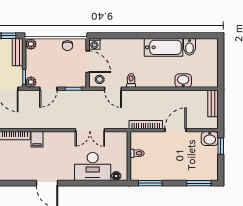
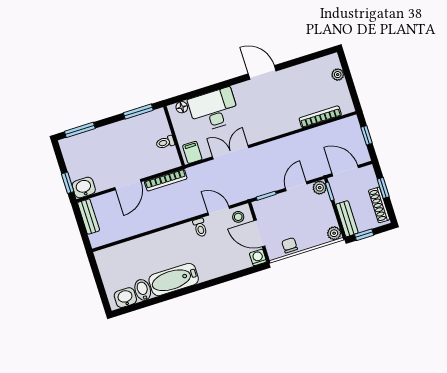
washbasin: (183, 81) -> (125, 298), moved, turned 180
bench: (213, 104) -> (89, 217), moved
filing cabinet: (37, 139) -> (192, 152), moved

